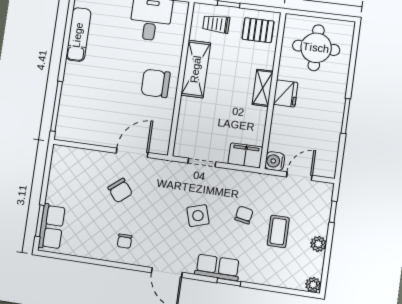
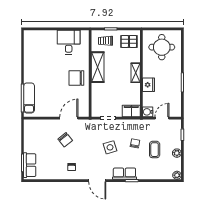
exam couch: (78, 35) -> (29, 98), moved
fridge: (286, 93) -> (149, 85), moved

